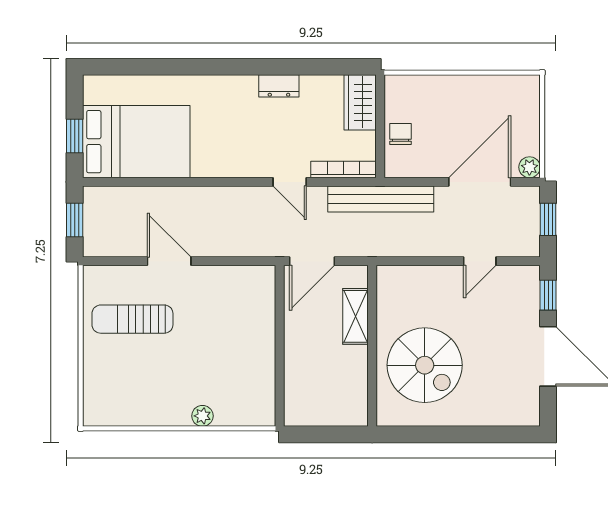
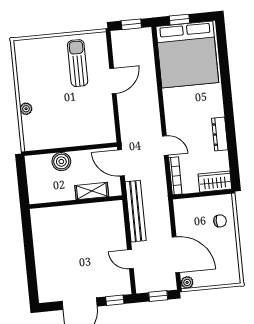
dresser: (279, 86) -> (220, 134), width x1.44
chair: (400, 134) -> (220, 221), moved
bed: (136, 142) -> (187, 55), width x1.36
door: (290, 182) -> (165, 146), swing flipped
bench: (381, 199) -> (136, 211), moved
boiler: (300, 364) -> (61, 162), added
spiral stairs: (425, 365) -> (68, 233), removed

